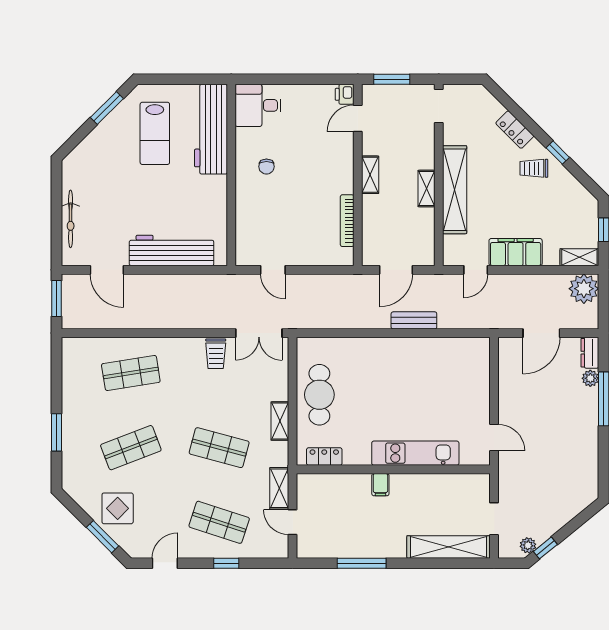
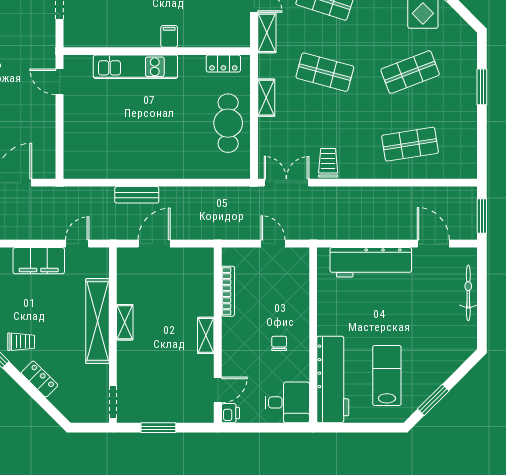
printer: (345, 94) -> (230, 413), moved
door: (358, 118) -> (218, 390), moved
wall: (358, 175) -> (218, 335), moved
shelving: (370, 175) -> (206, 335), moved
bookcase: (347, 221) -> (228, 291), moved

